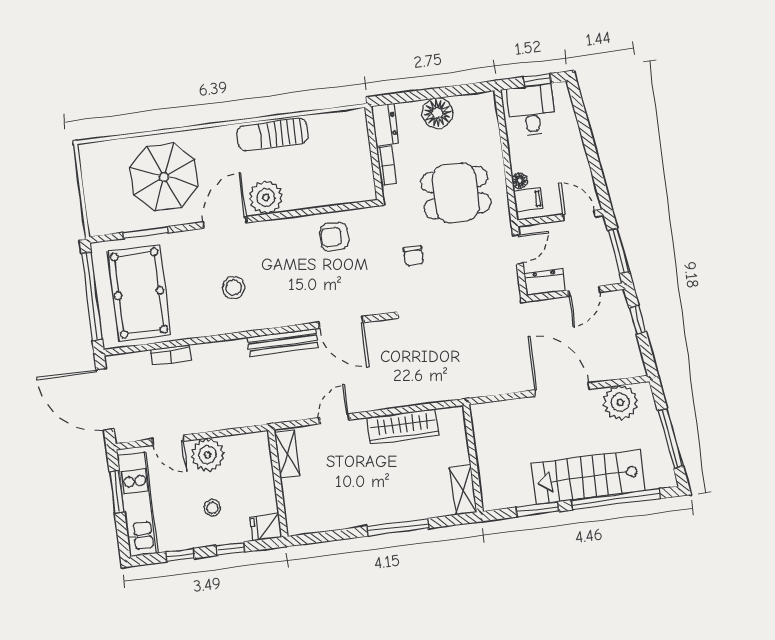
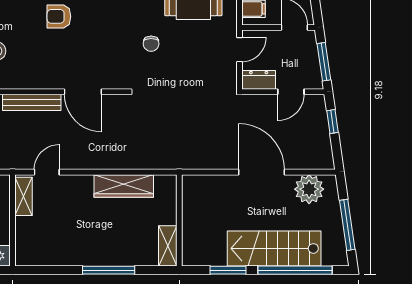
armchair: (334, 237) -> (59, 16), moved
door: (334, 419) -> (47, 172), moved

